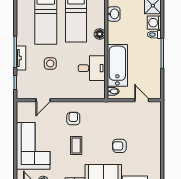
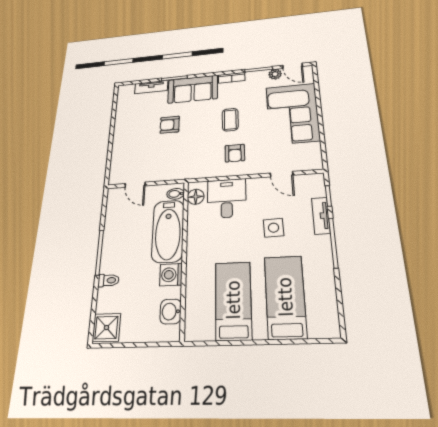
washing machine: (154, 23) -> (171, 275), moved, turned 180
floor lamp: (100, 34) -> (196, 197), moved
tv unit: (21, 58) -> (321, 216), moved
desk: (92, 68) -> (227, 198), moved, turned 90
door: (43, 100) -> (282, 174), swing flipped
armchair: (119, 146) -> (170, 125), turned 180

